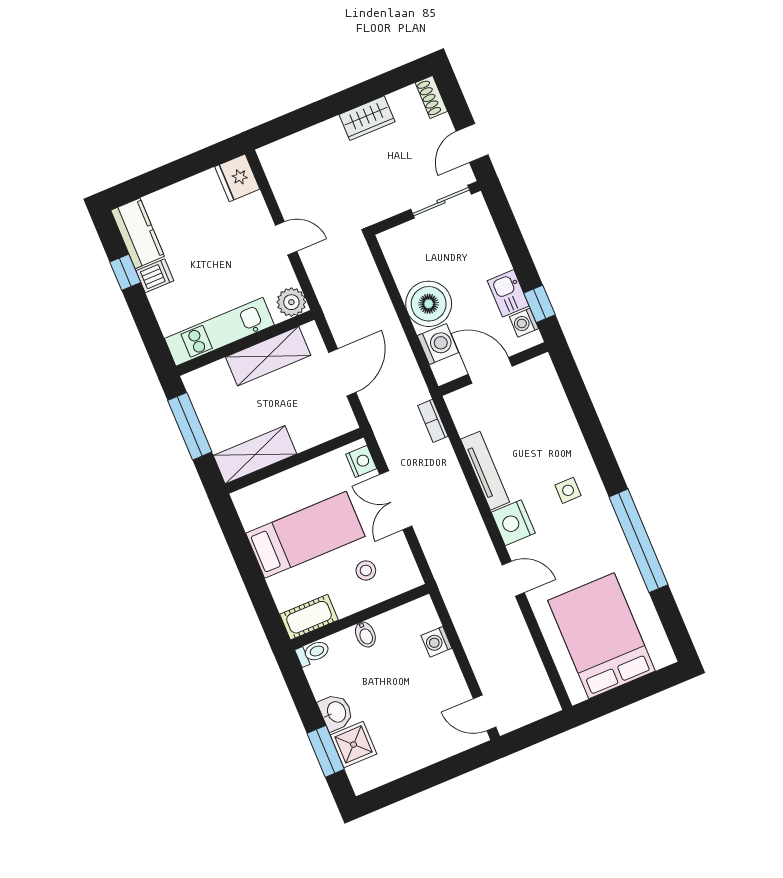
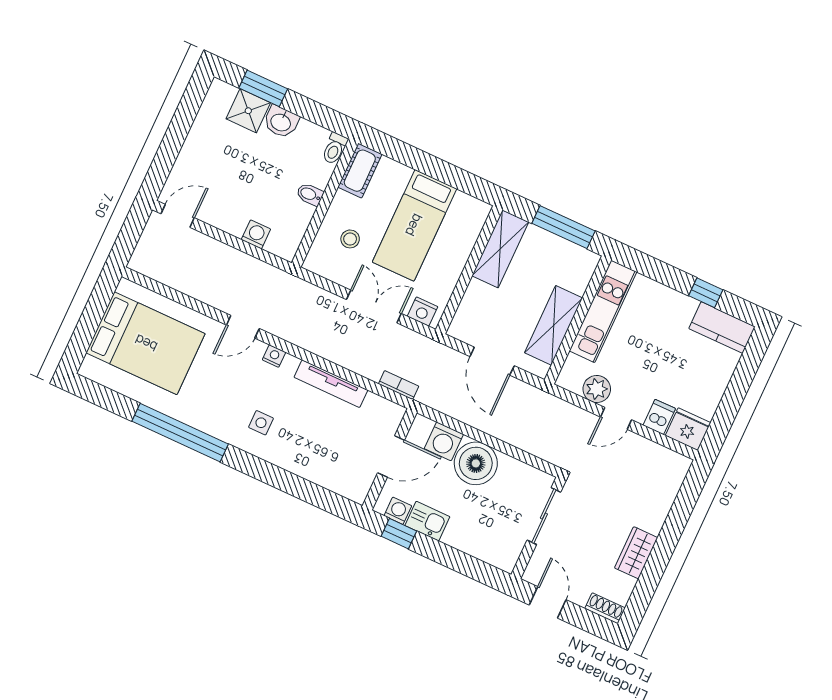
sliding door: (441, 202) -> (544, 516), moved
dishwasher: (155, 276) -> (659, 417), moved, turned 180
plant: (291, 302) -> (597, 389), moved
nightstand: (513, 523) -> (274, 356), width x0.53, depth x0.56

